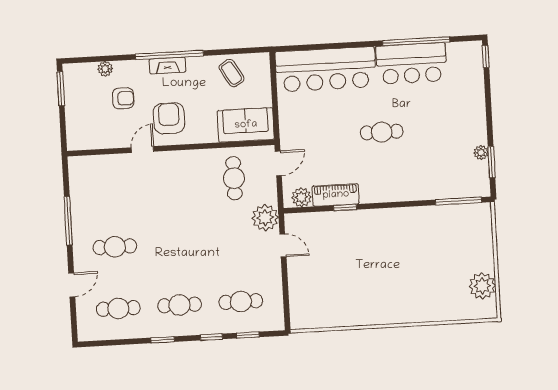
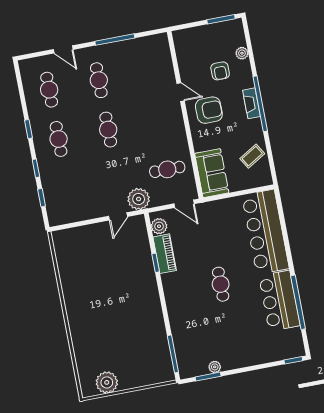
cafe table: (241, 302) -> (108, 130), moved

